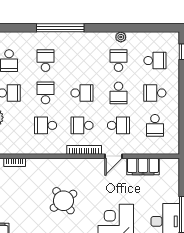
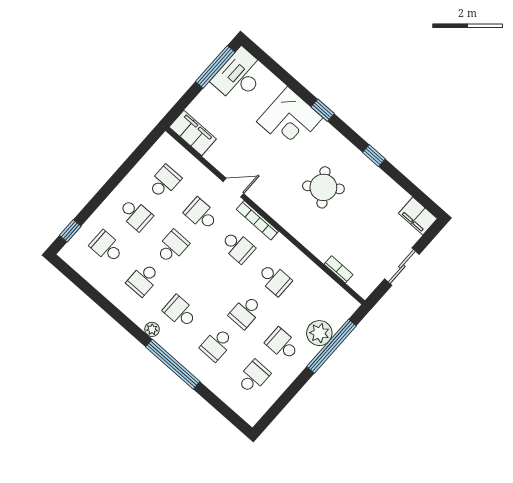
plant: (121, 37) -> (152, 329), moved
school desk: (82, 93) -> (180, 312), moved
filing cabinet: (143, 167) -> (193, 133), moved

